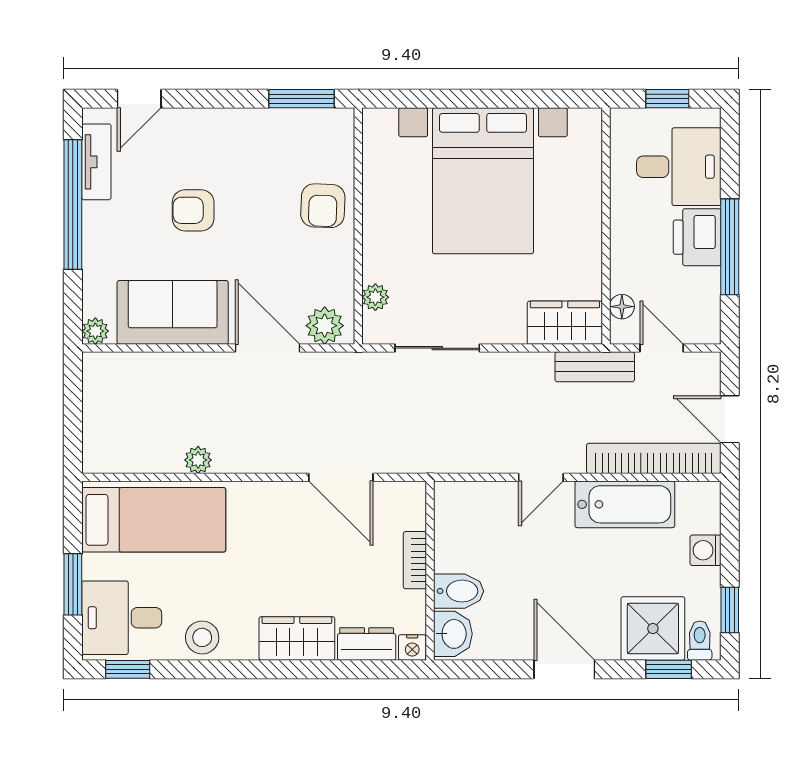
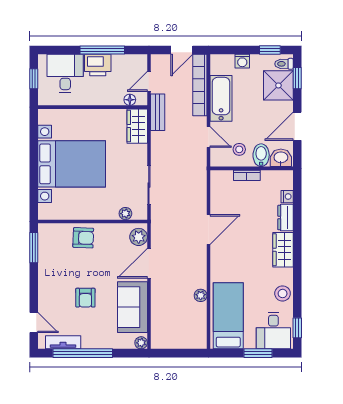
stool: (514, 544) -> (239, 149), added
bookcase: (415, 560) -> (247, 175), moved
wall: (430, 571) -> (252, 168), moved
bidet: (459, 591) -> (261, 155), moved
washbasin: (453, 634) -> (281, 158), moved

